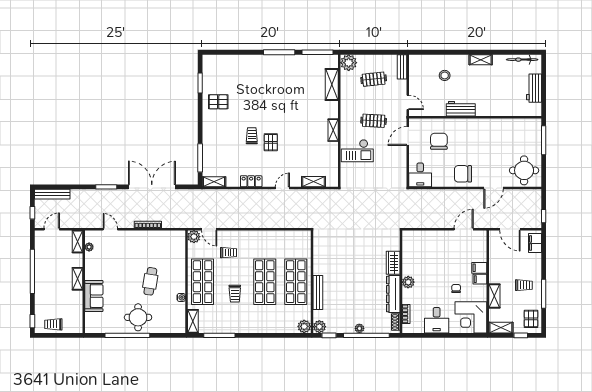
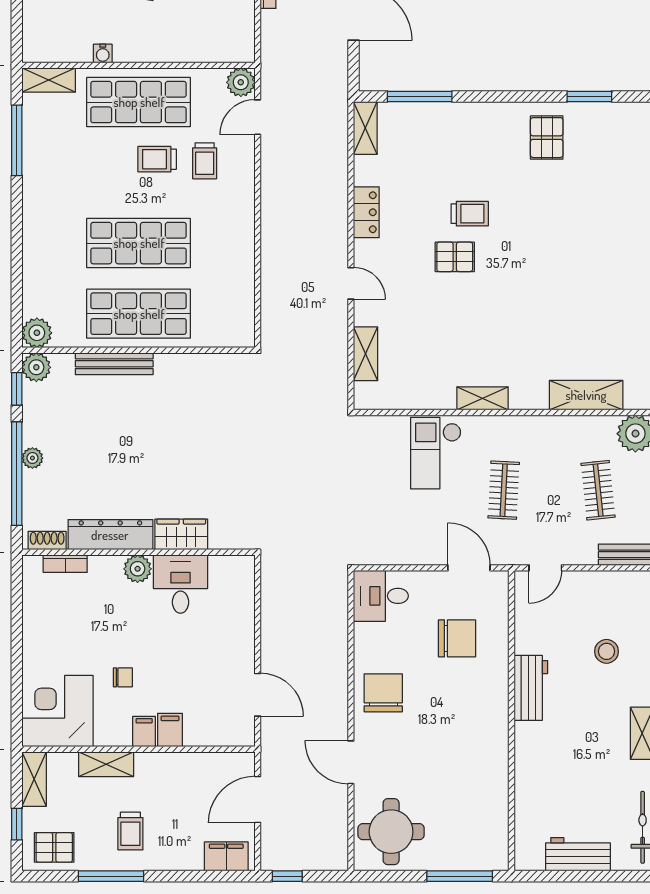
trolley: (235, 294) -> (157, 159), moved
desk: (437, 320) -> (180, 584), moved, turned 90

